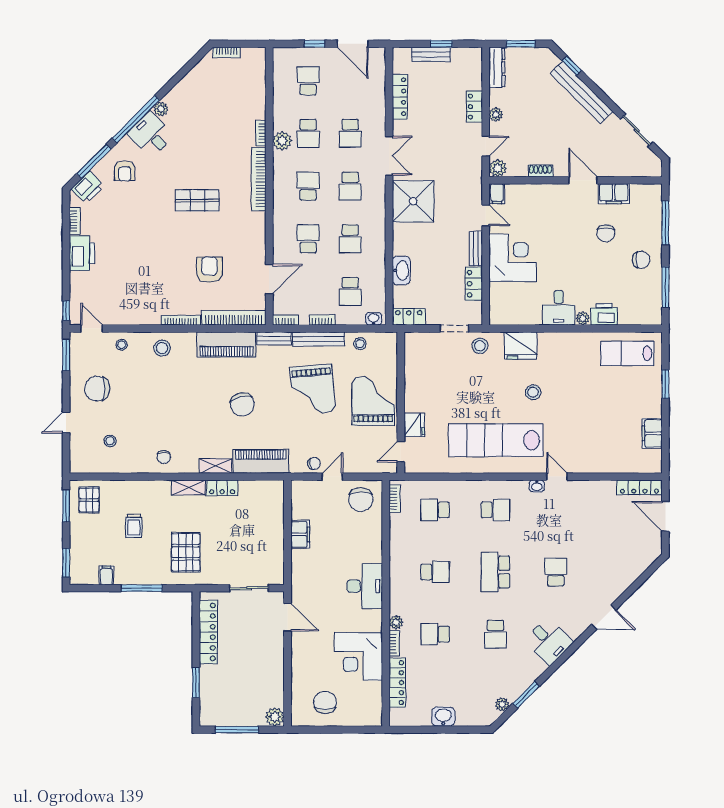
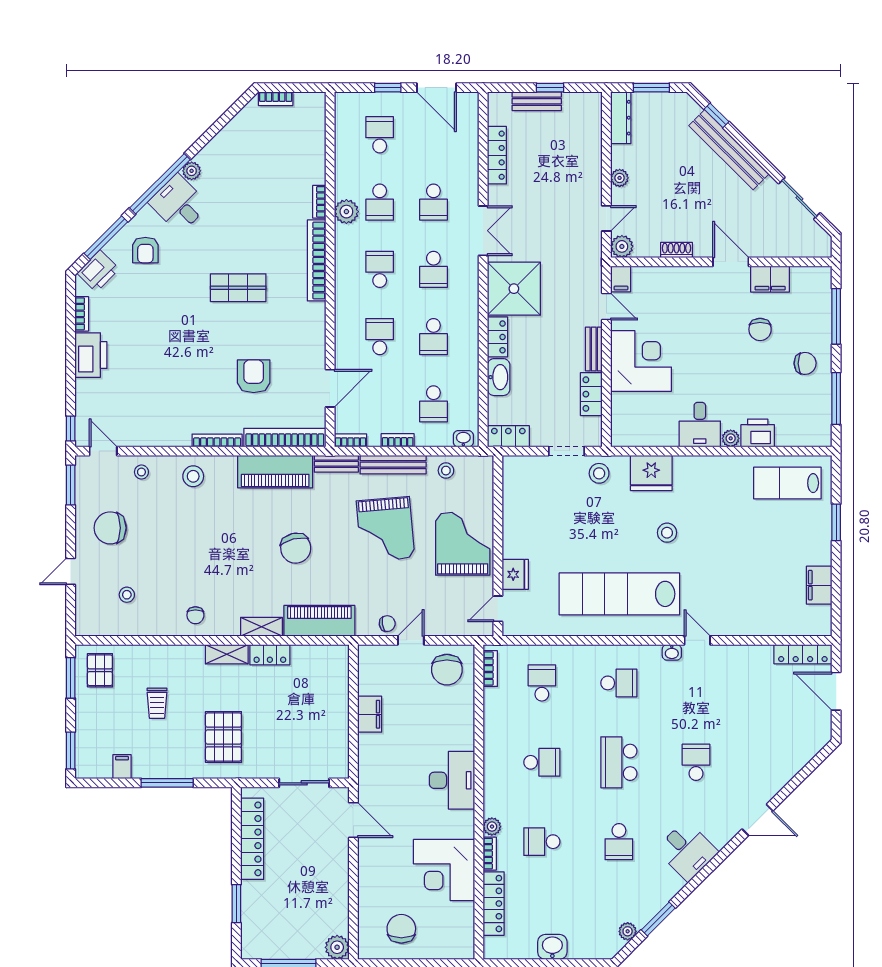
locker: (474, 107) -> (497, 337), moved, turned 180
school desk: (435, 510) -> (542, 683), turned 90

